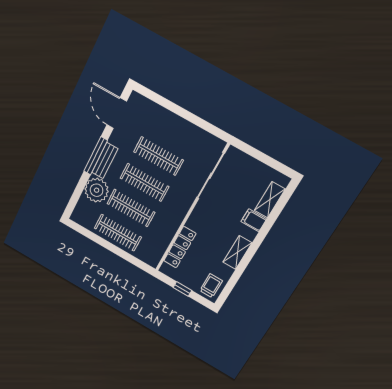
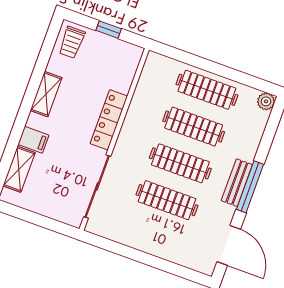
plant: (97, 190) -> (266, 101), moved, width x0.53, depth x0.53
locker: (180, 247) -> (109, 120), moved

